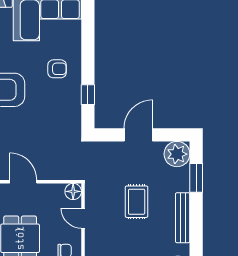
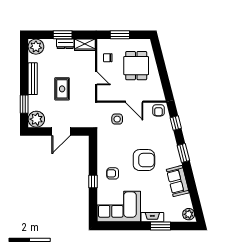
window: (88, 95) -> (93, 181), moved
side table: (50, 154) -> (117, 119), added
floor lamp: (73, 191) -> (102, 95), removed

